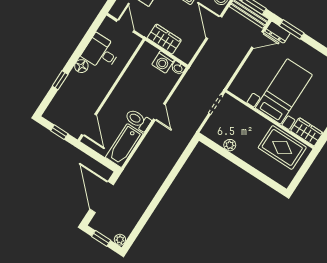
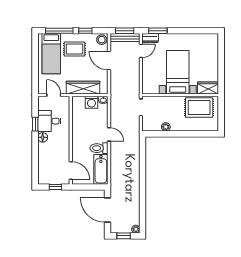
wardrobe: (164, 39) -> (83, 88), width x1.50
window: (60, 80) -> (35, 124), moved

